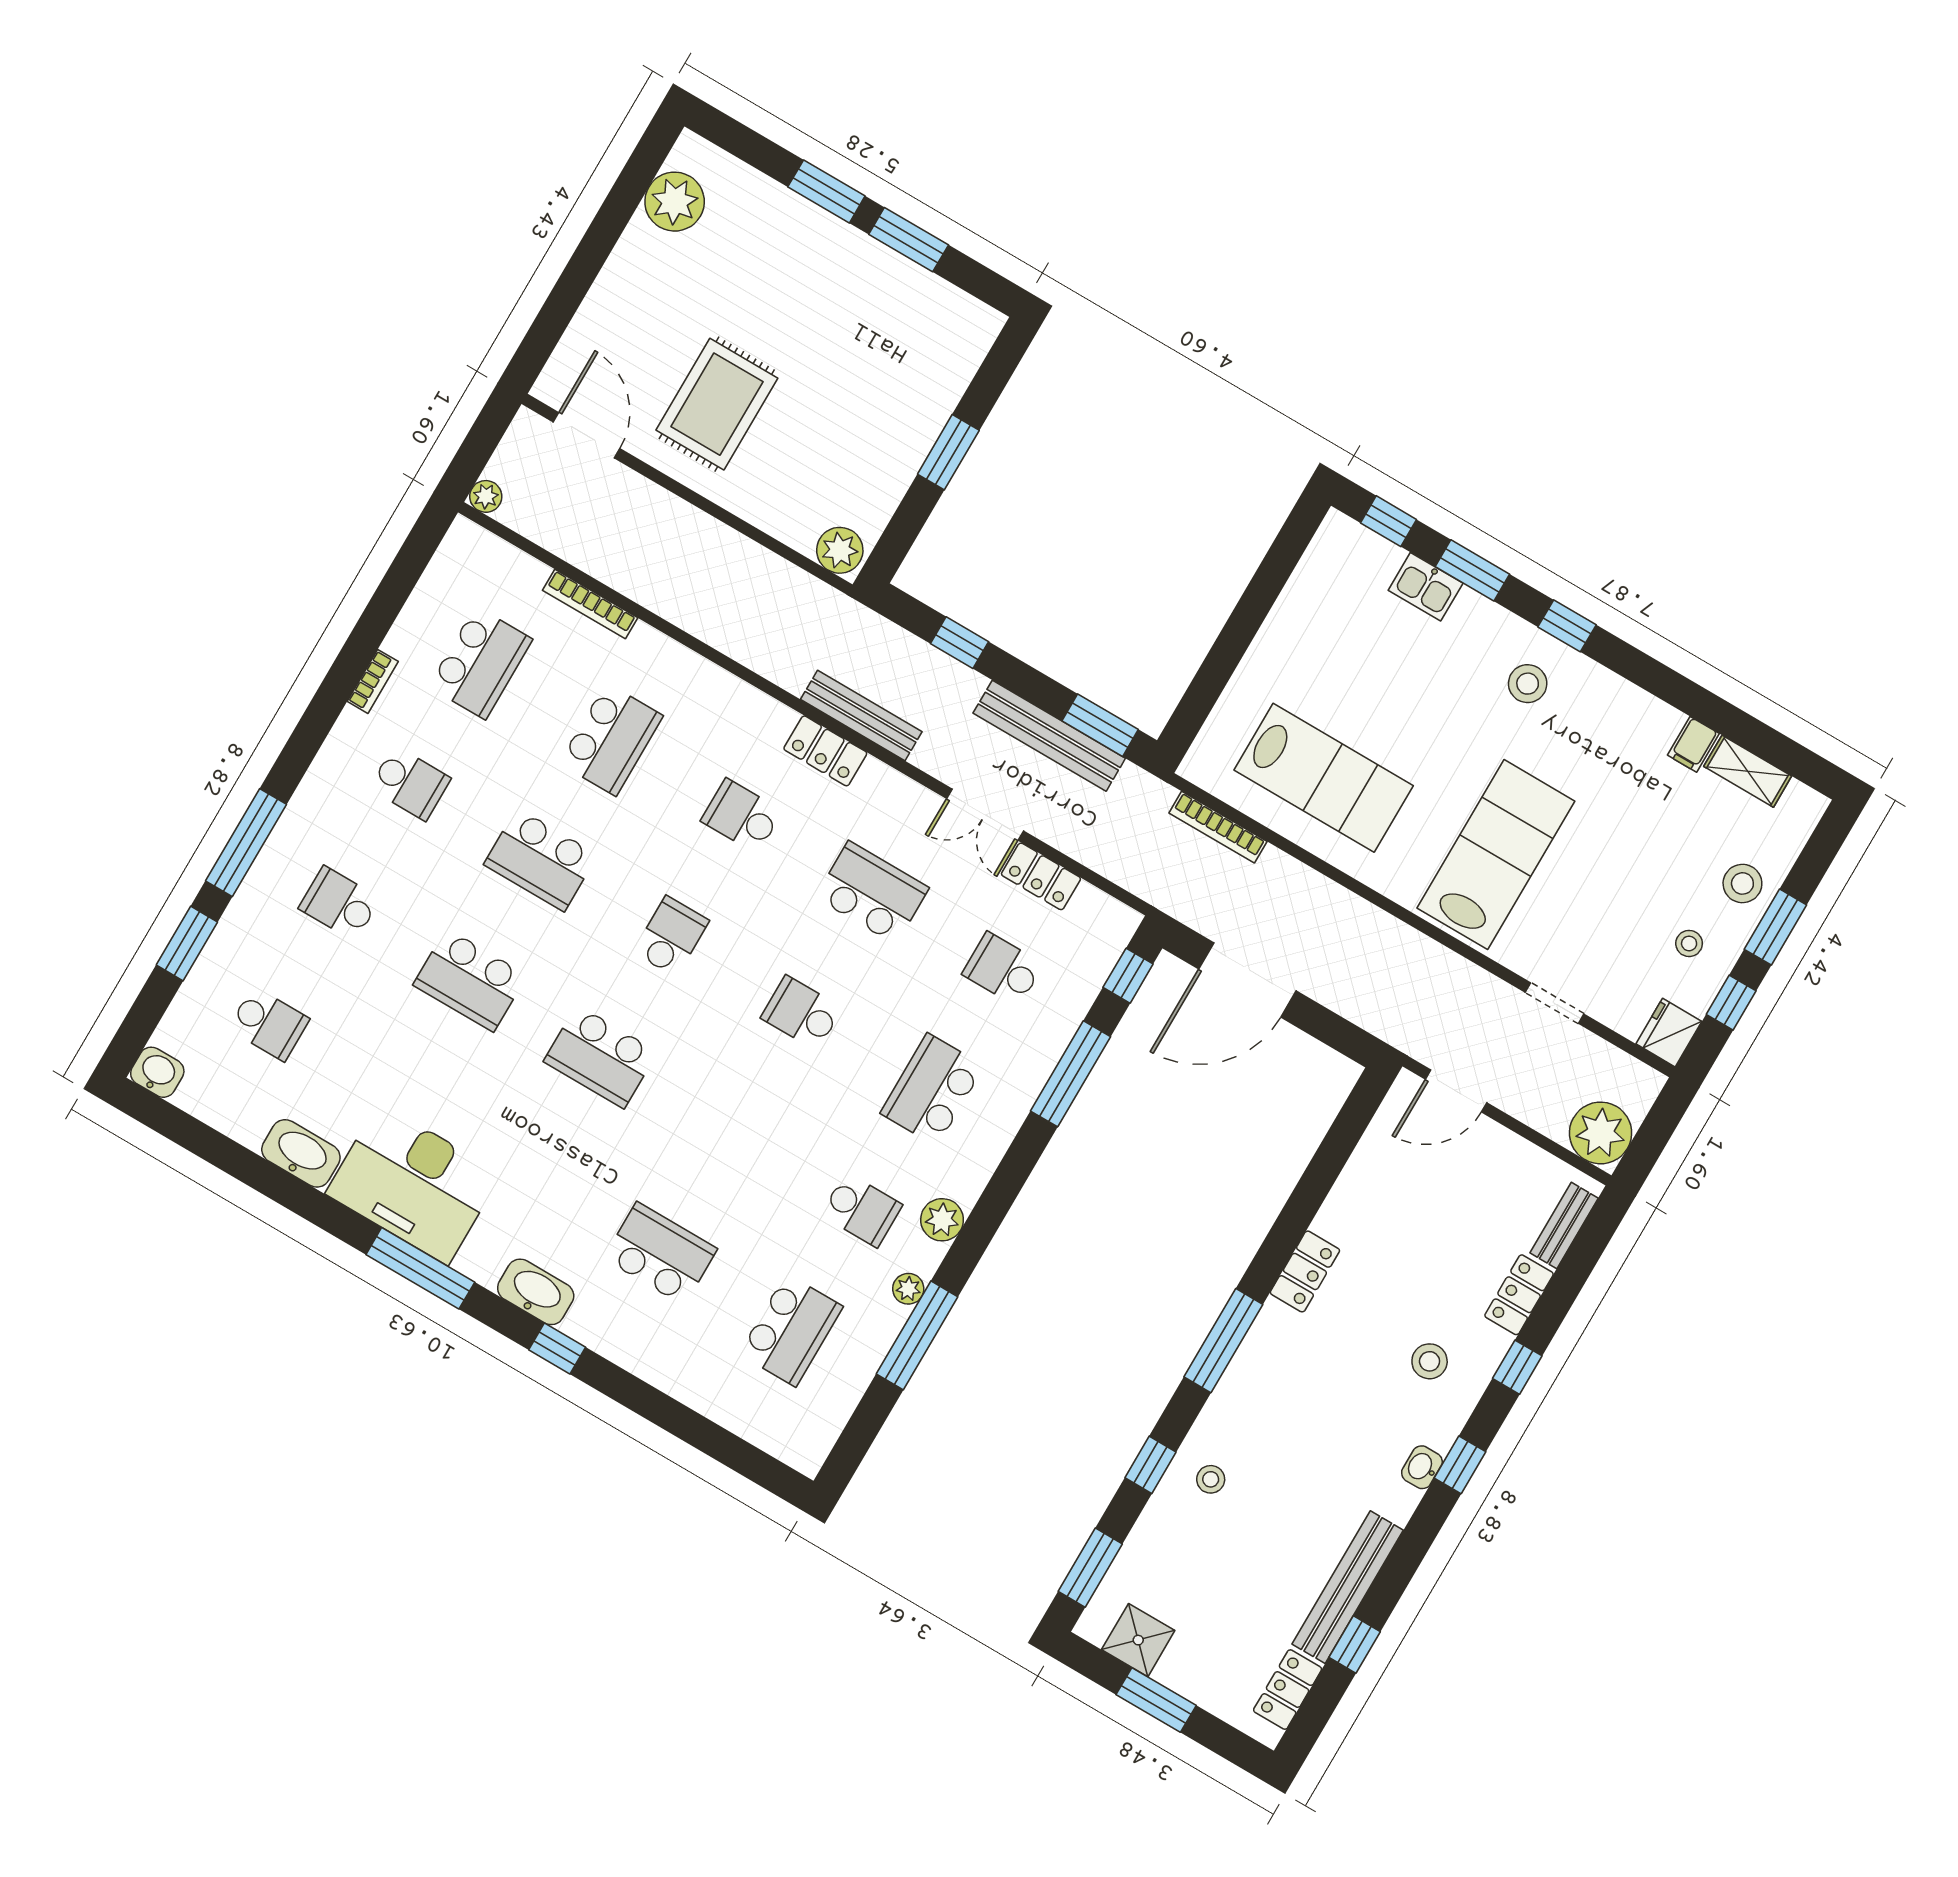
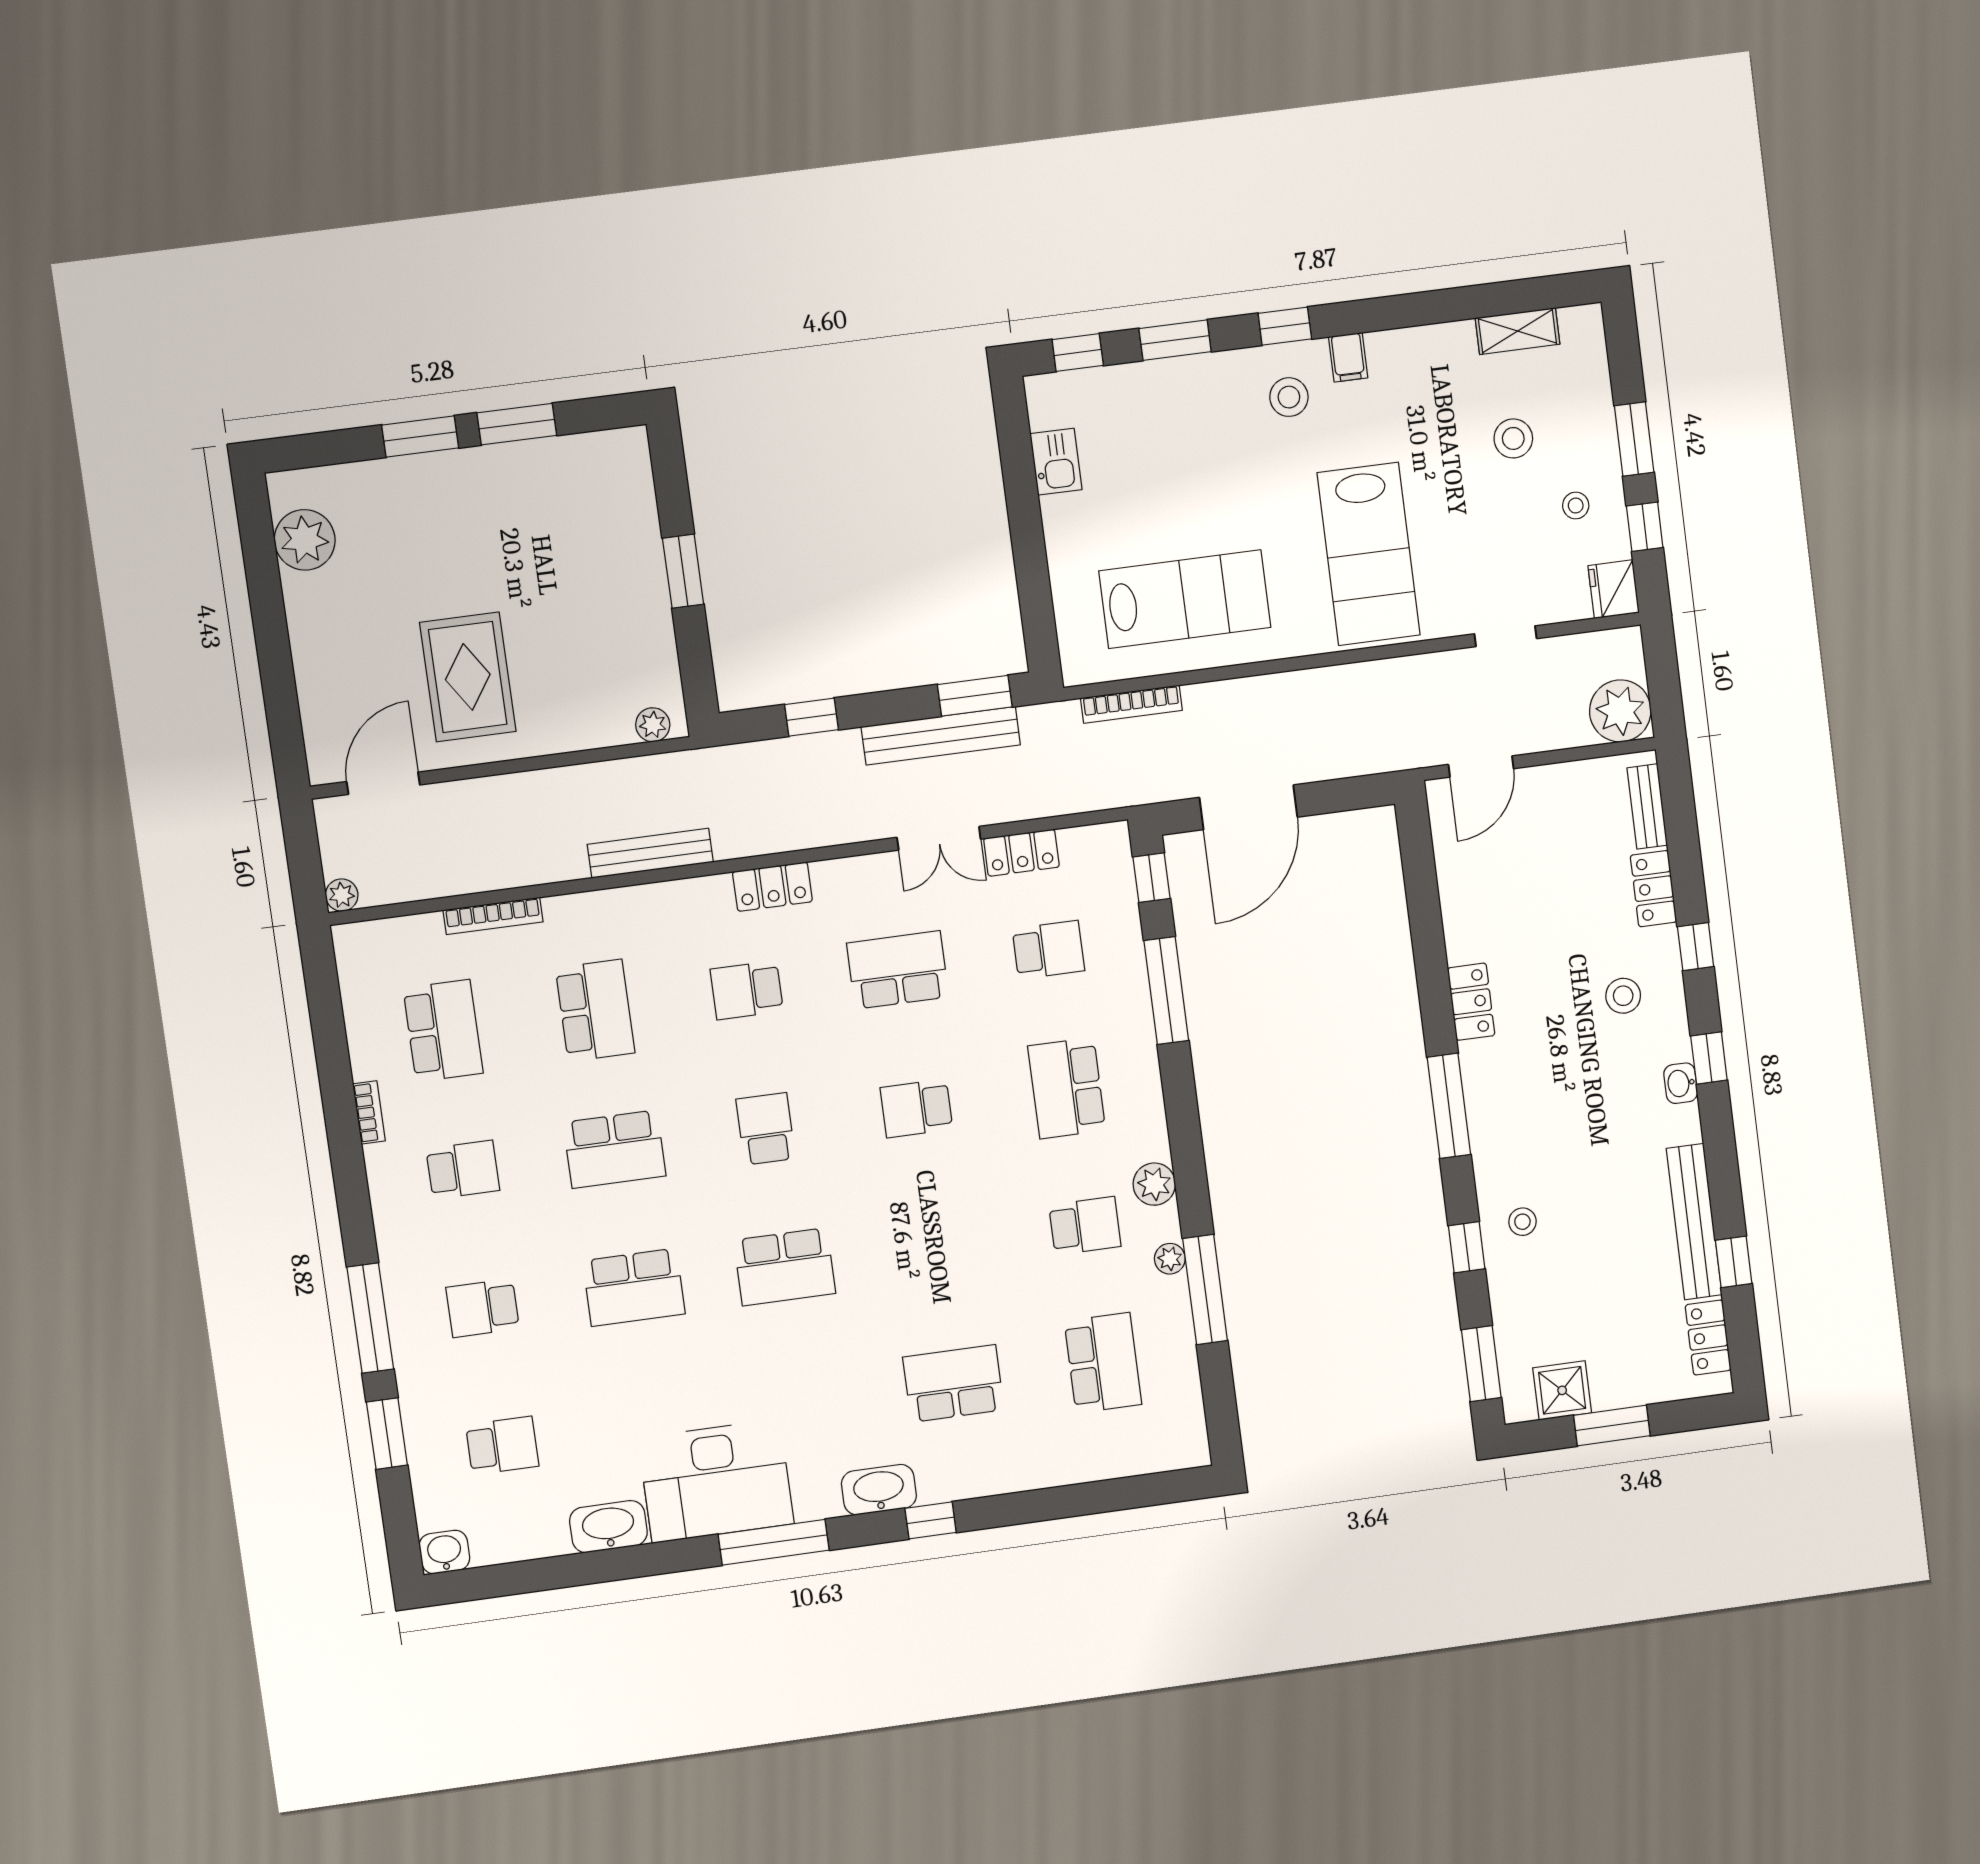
door: (586, 435) -> (383, 783), hinge flipped
plant: (840, 550) -> (653, 725), width x0.73, depth x0.73
kitchen sink: (1426, 587) -> (1056, 462), moved, turned -90
bench: (861, 716) -> (650, 853), moved
filing cabinet: (1693, 744) -> (1348, 357), moved
lab bench: (1496, 855) -> (1369, 554), turned 180
stool: (1742, 883) -> (1513, 438), moved
school desk: (1003, 969) -> (1048, 950), turned 180

